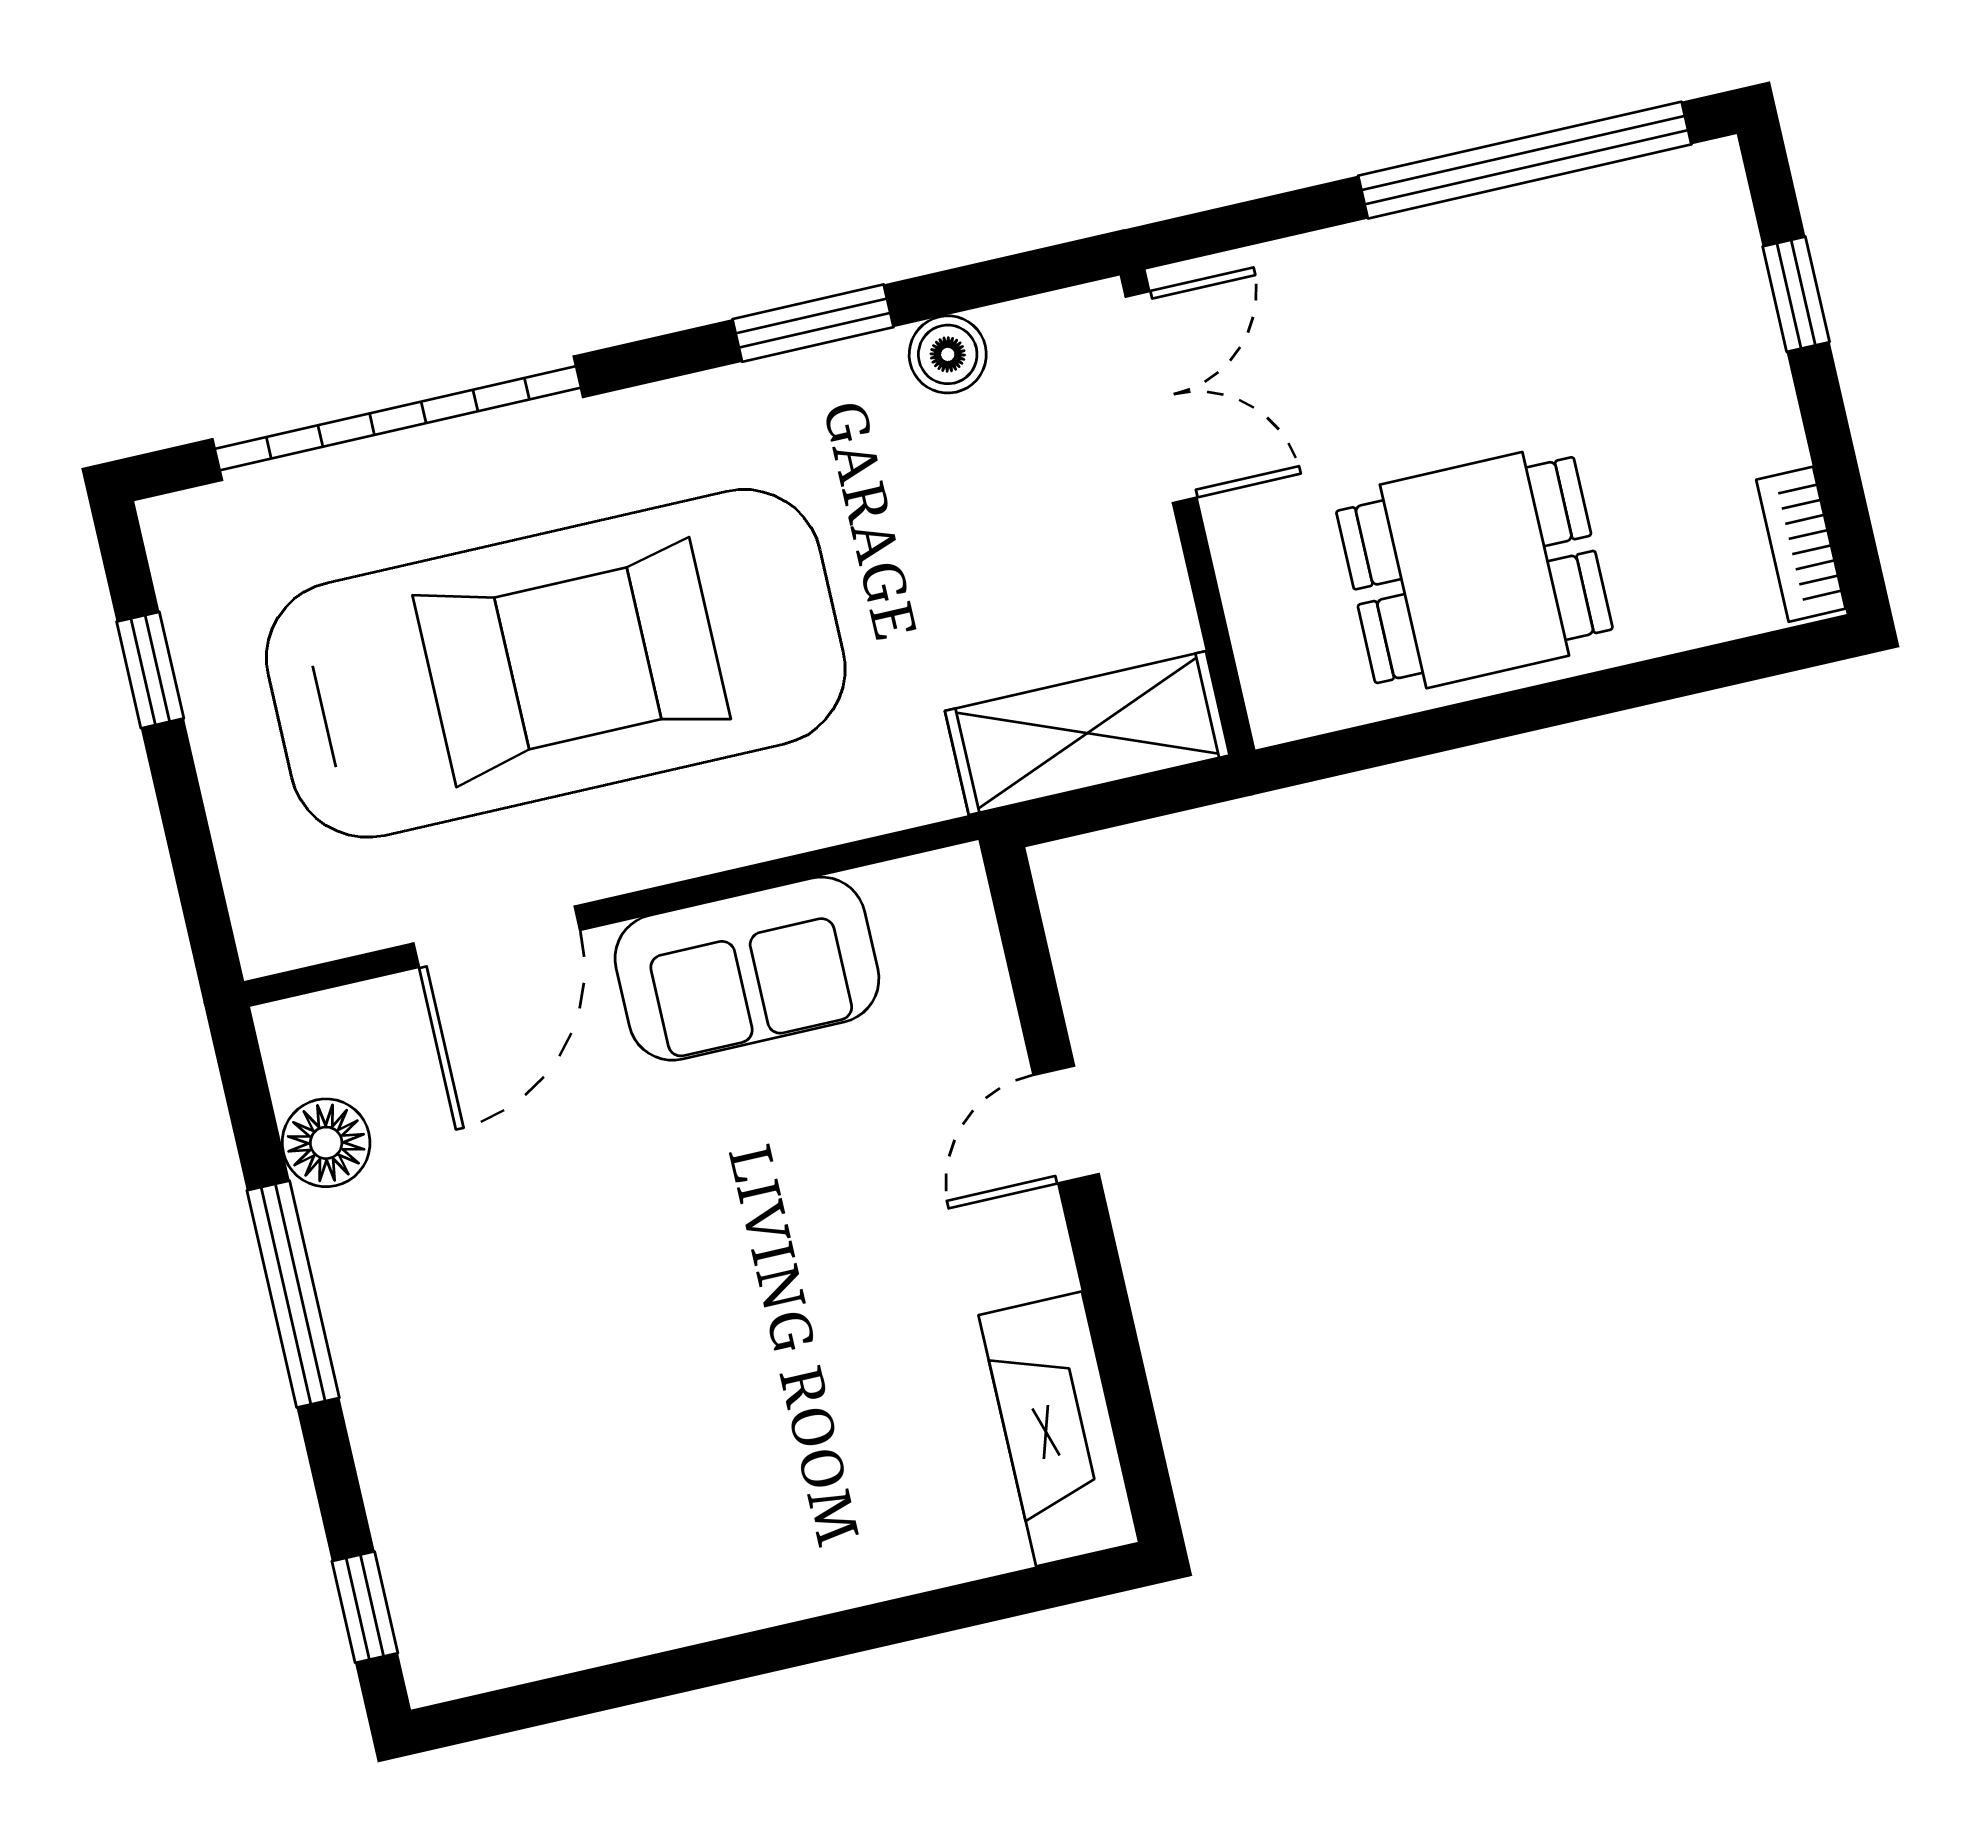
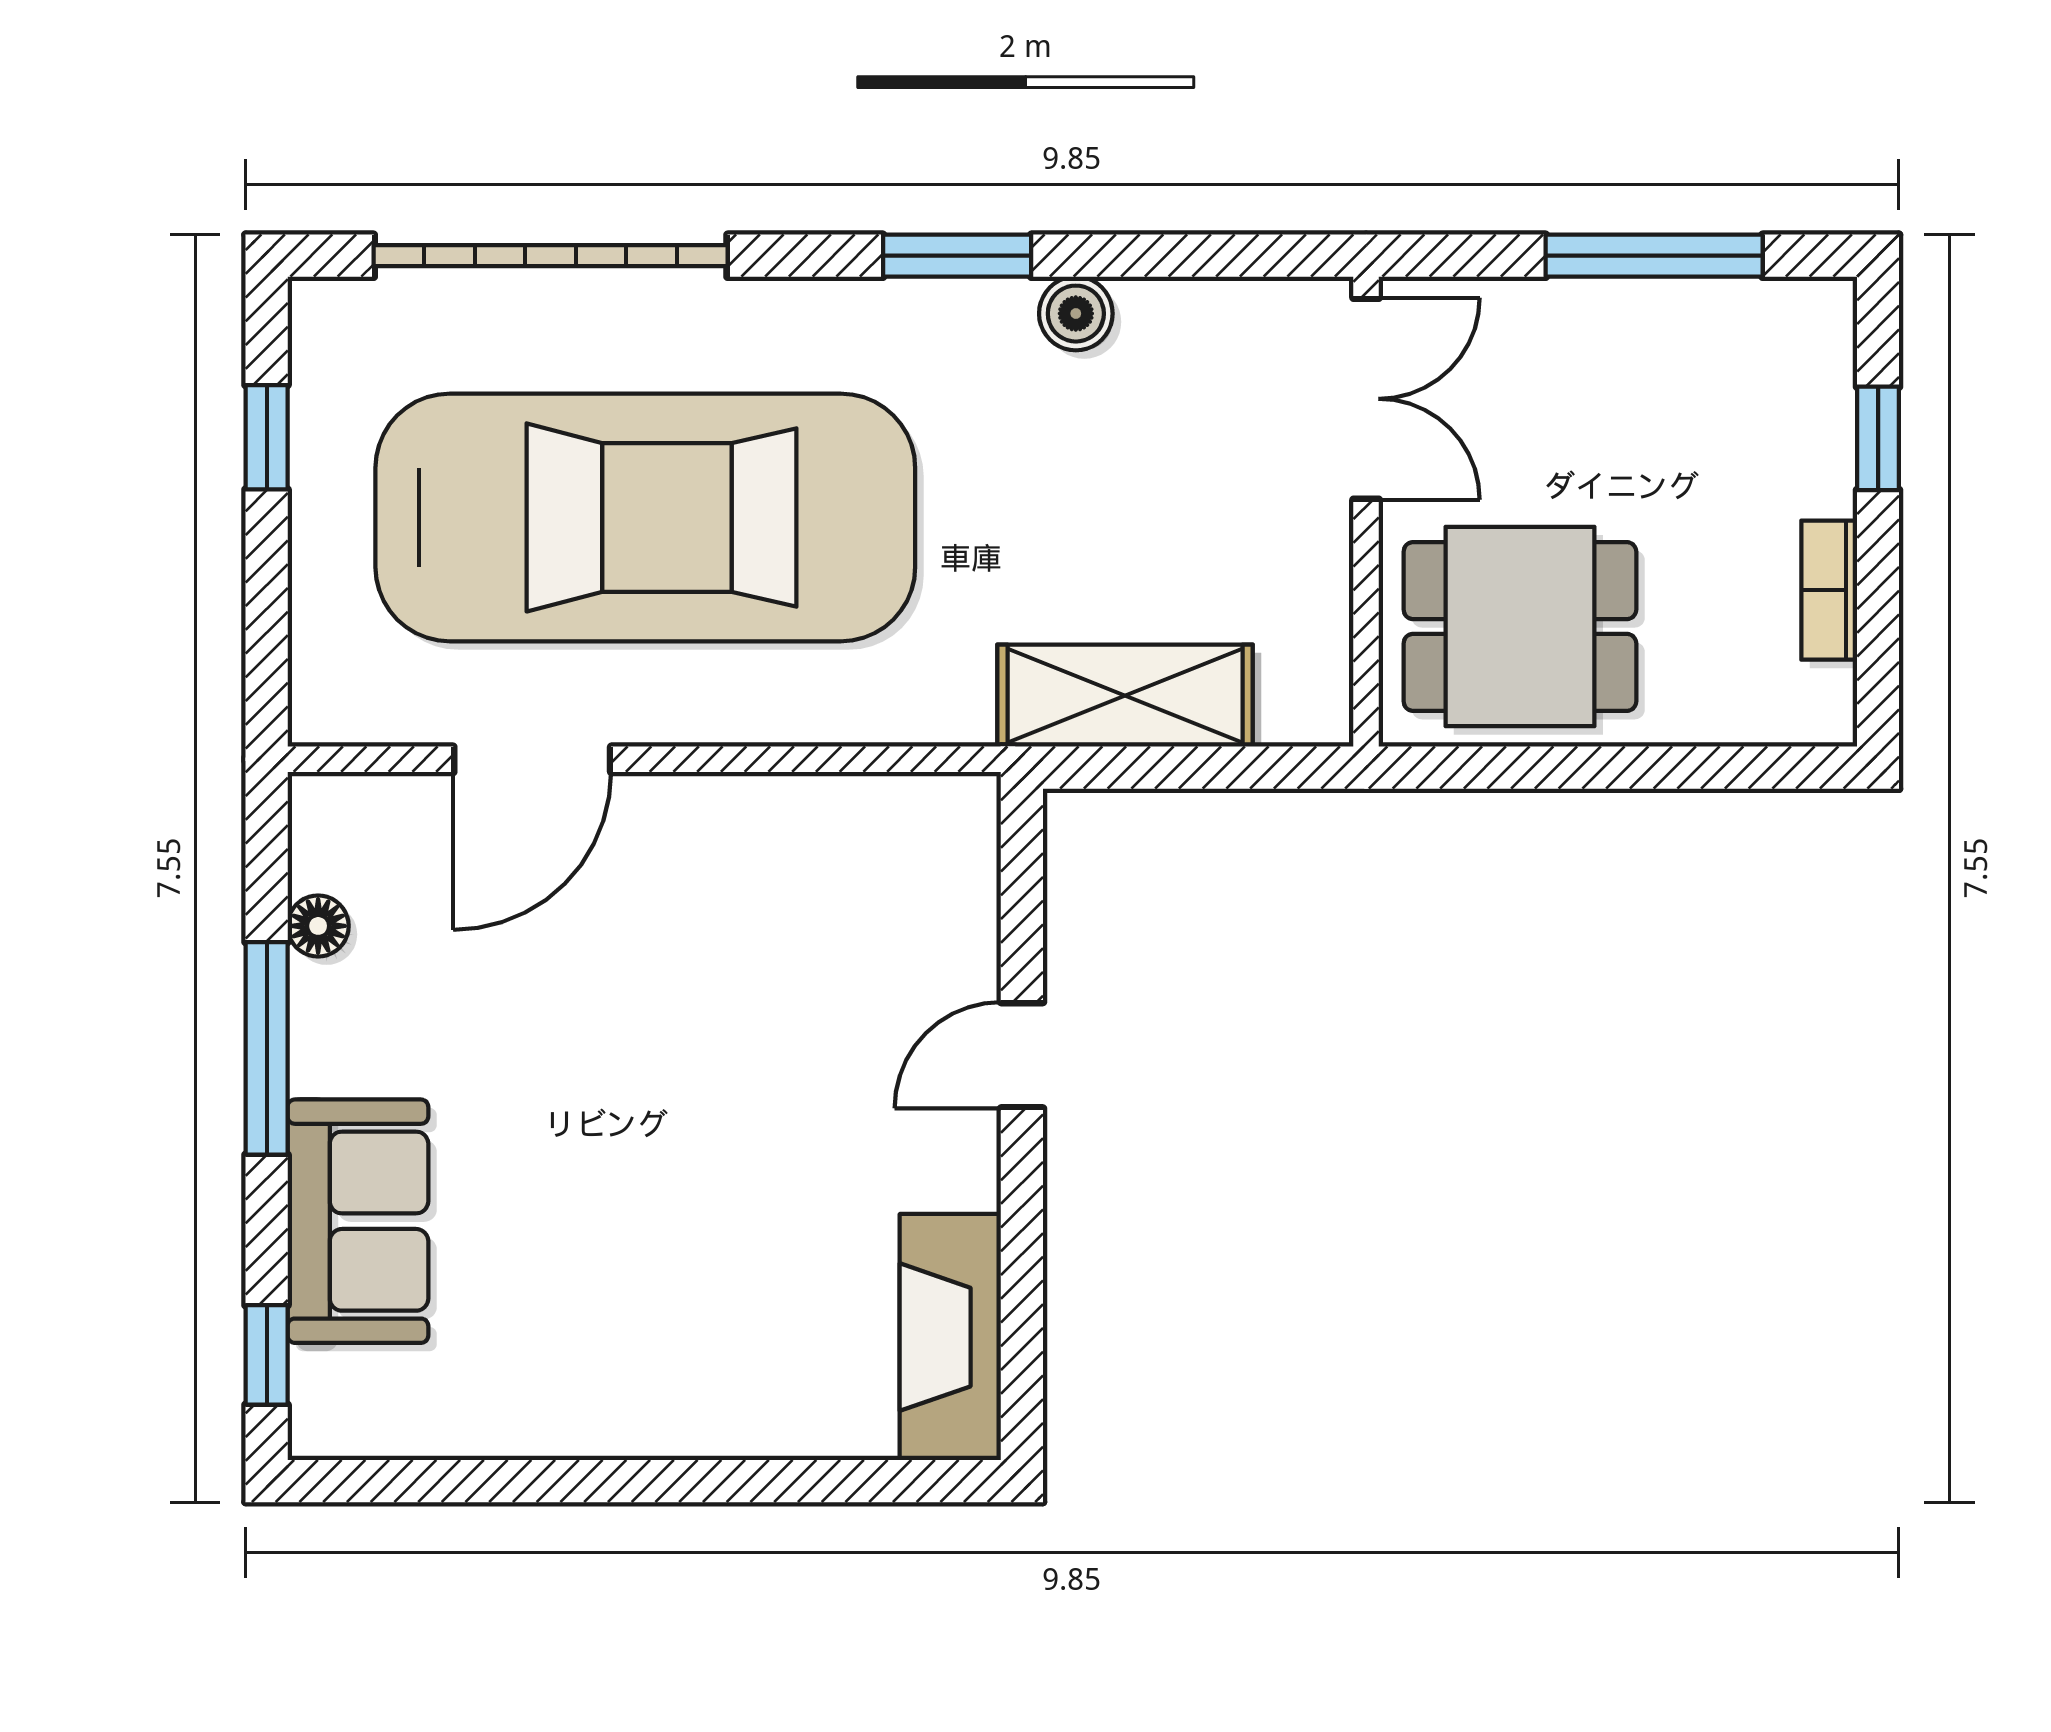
window: (1525, 160) -> (1654, 256), width x0.68
double door: (1161, 397) -> (1366, 399), moved
wall: (1188, 512) -> (1366, 512), moved
bookcase: (1801, 544) -> (1829, 590), moved
sofa: (747, 969) -> (358, 1221), moved, turned -90
floor lamp: (326, 1143) -> (318, 926), width x0.73, depth x0.73

